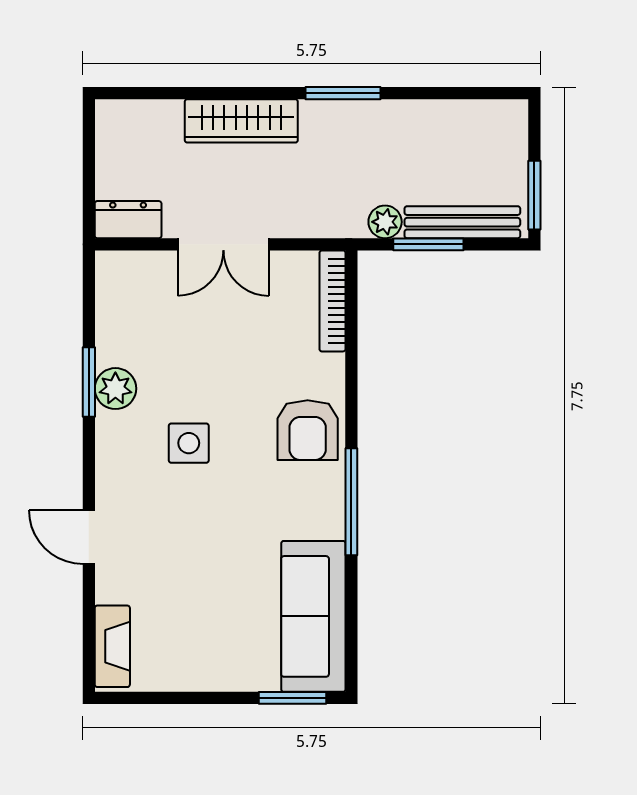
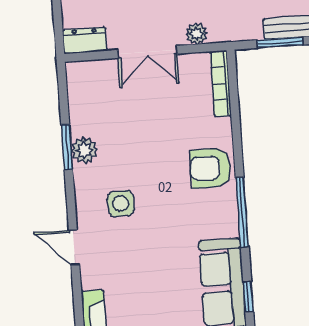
plant: (385, 222) -> (196, 34), moved
armchair: (308, 430) -> (211, 168), turned 90
side table: (189, 443) -> (121, 203), moved
window: (351, 632) -> (248, 297), added

